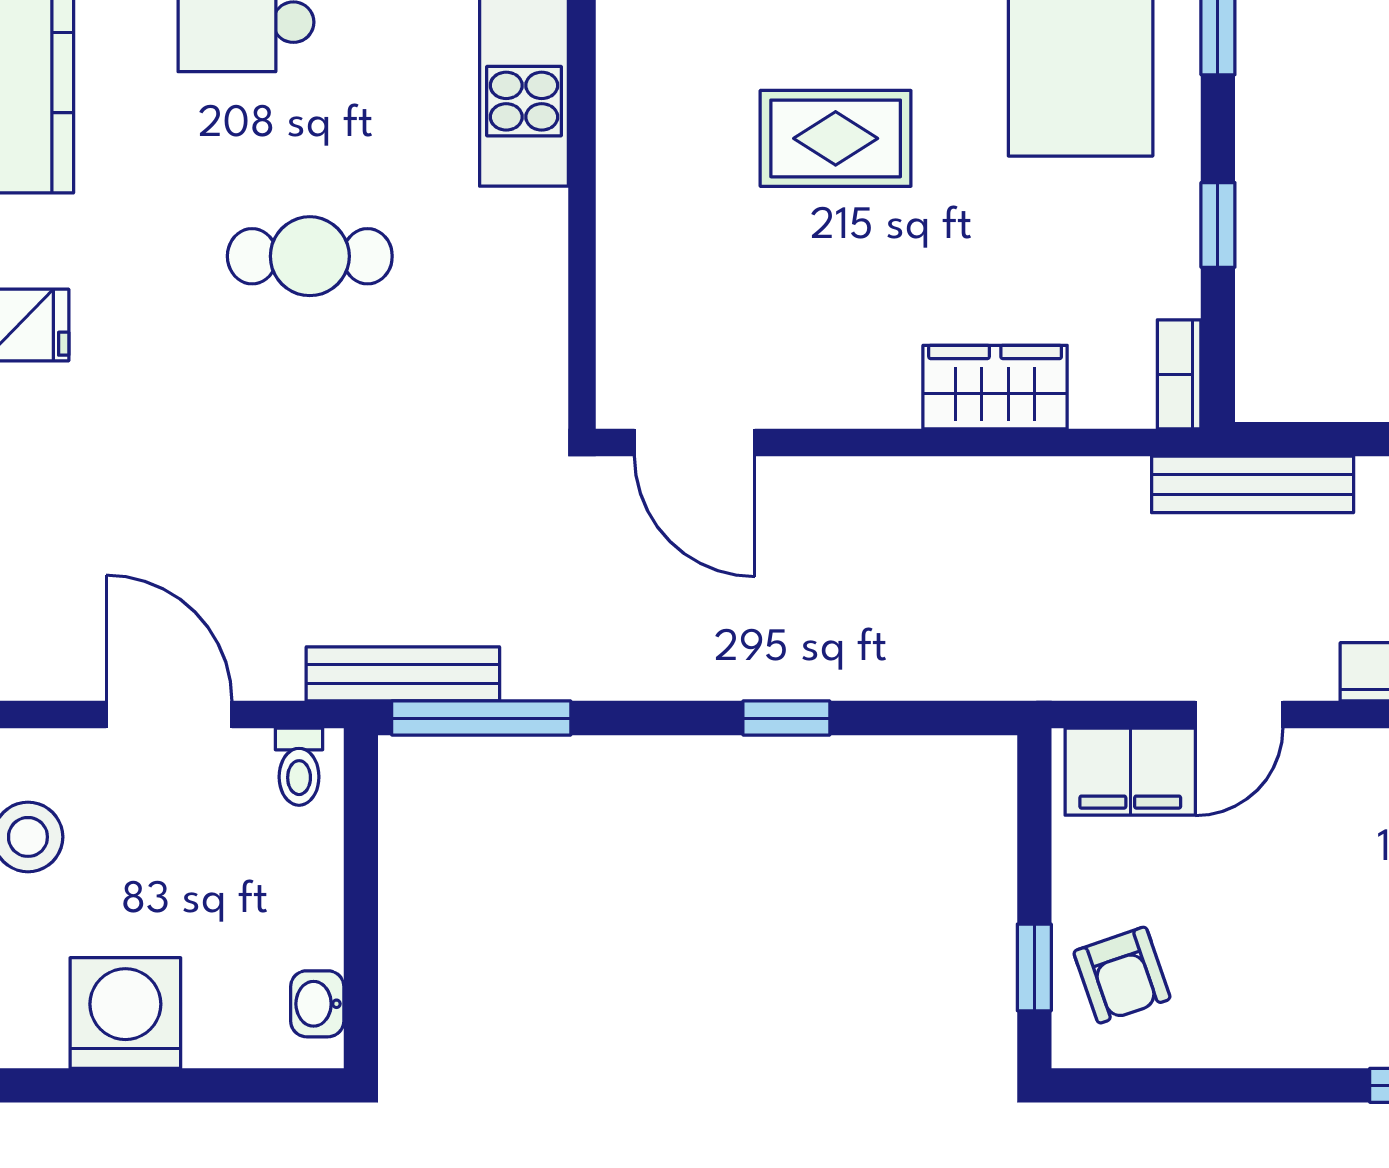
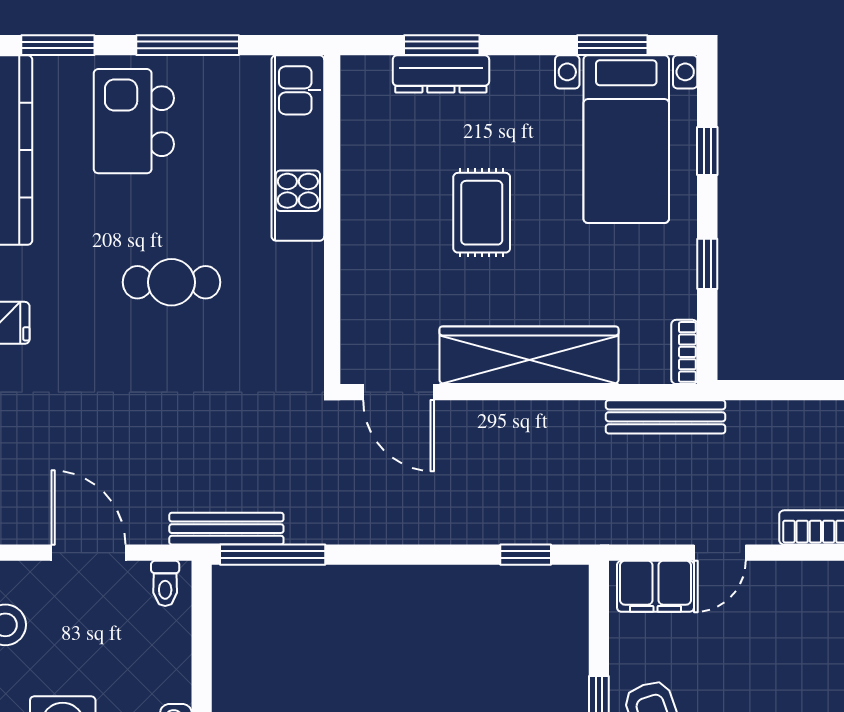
rug: (836, 138) -> (482, 213), turned 90
wardrobe: (995, 387) -> (529, 355), width x2.10, depth x1.17
bench: (1253, 484) -> (666, 417), moved
window: (786, 718) -> (526, 555), moved

